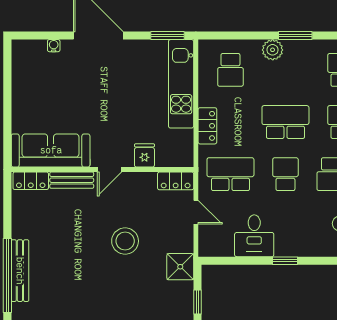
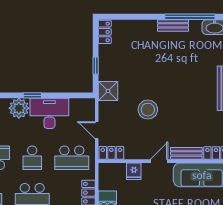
desk: (254, 236) -> (49, 113), width x1.37
plant: (304, 243) -> (19, 108), added

